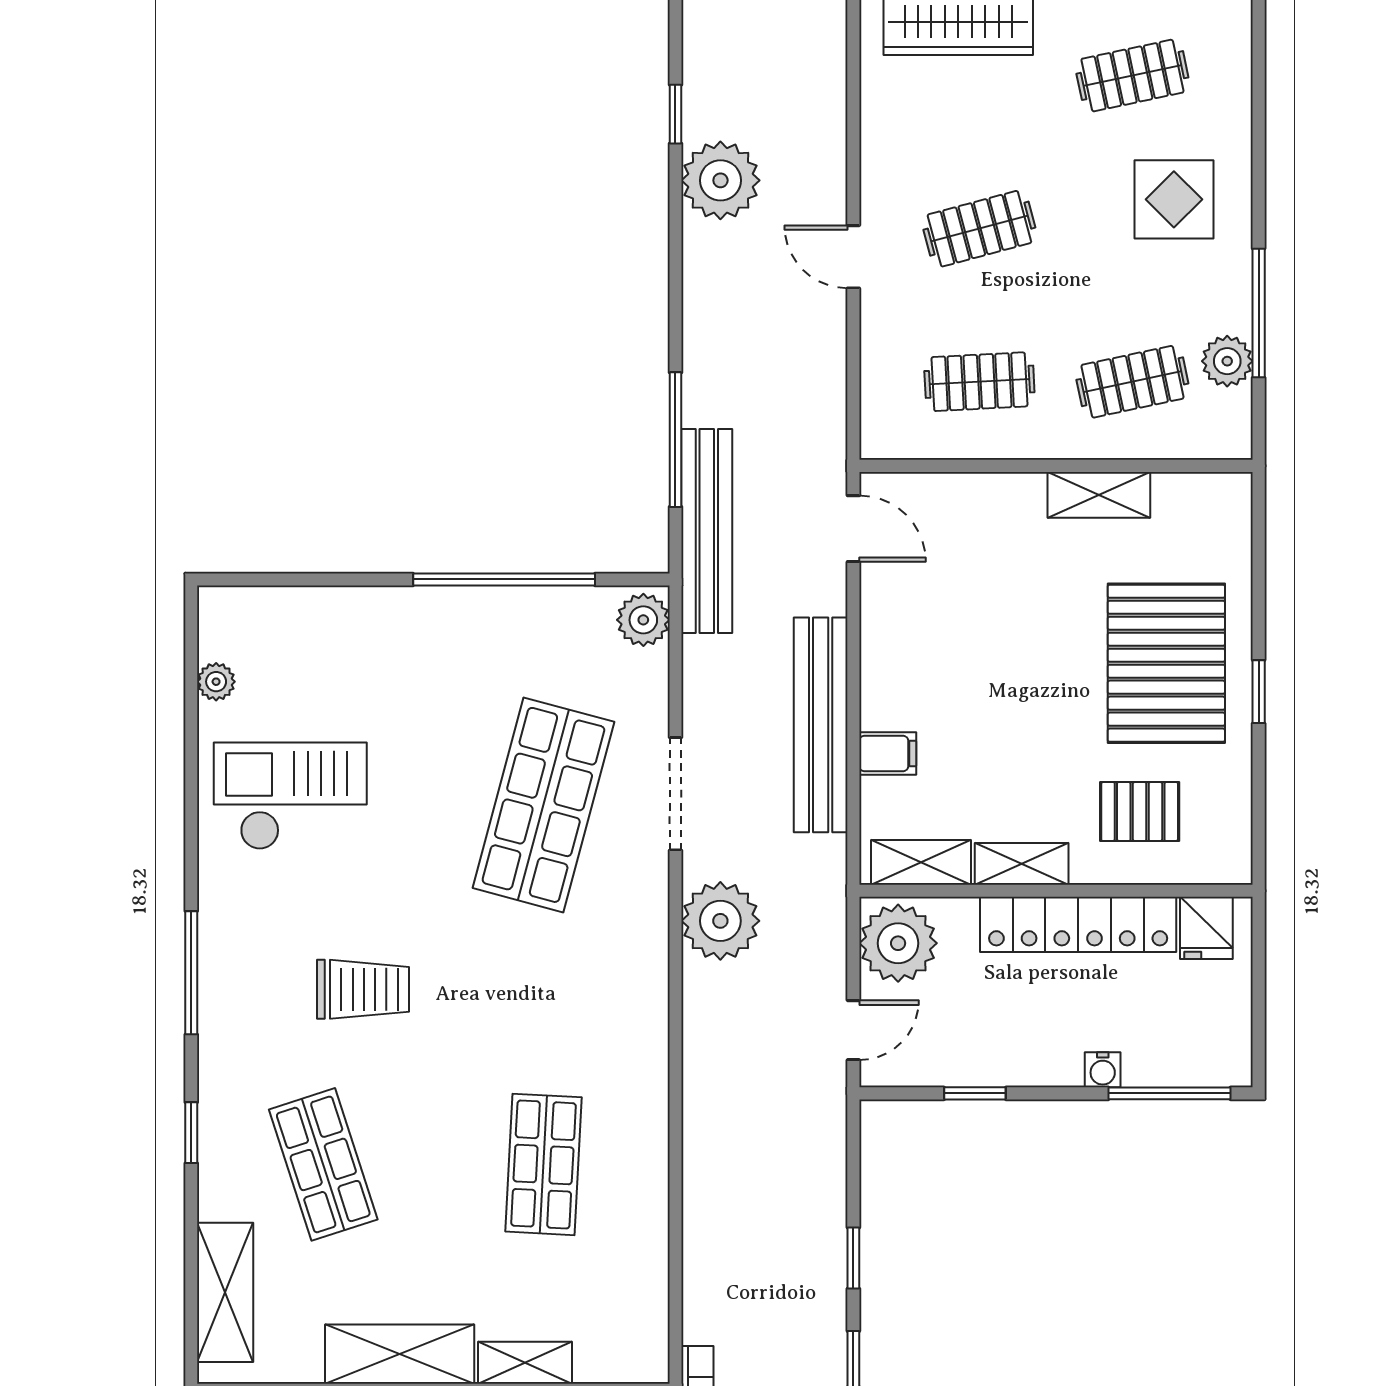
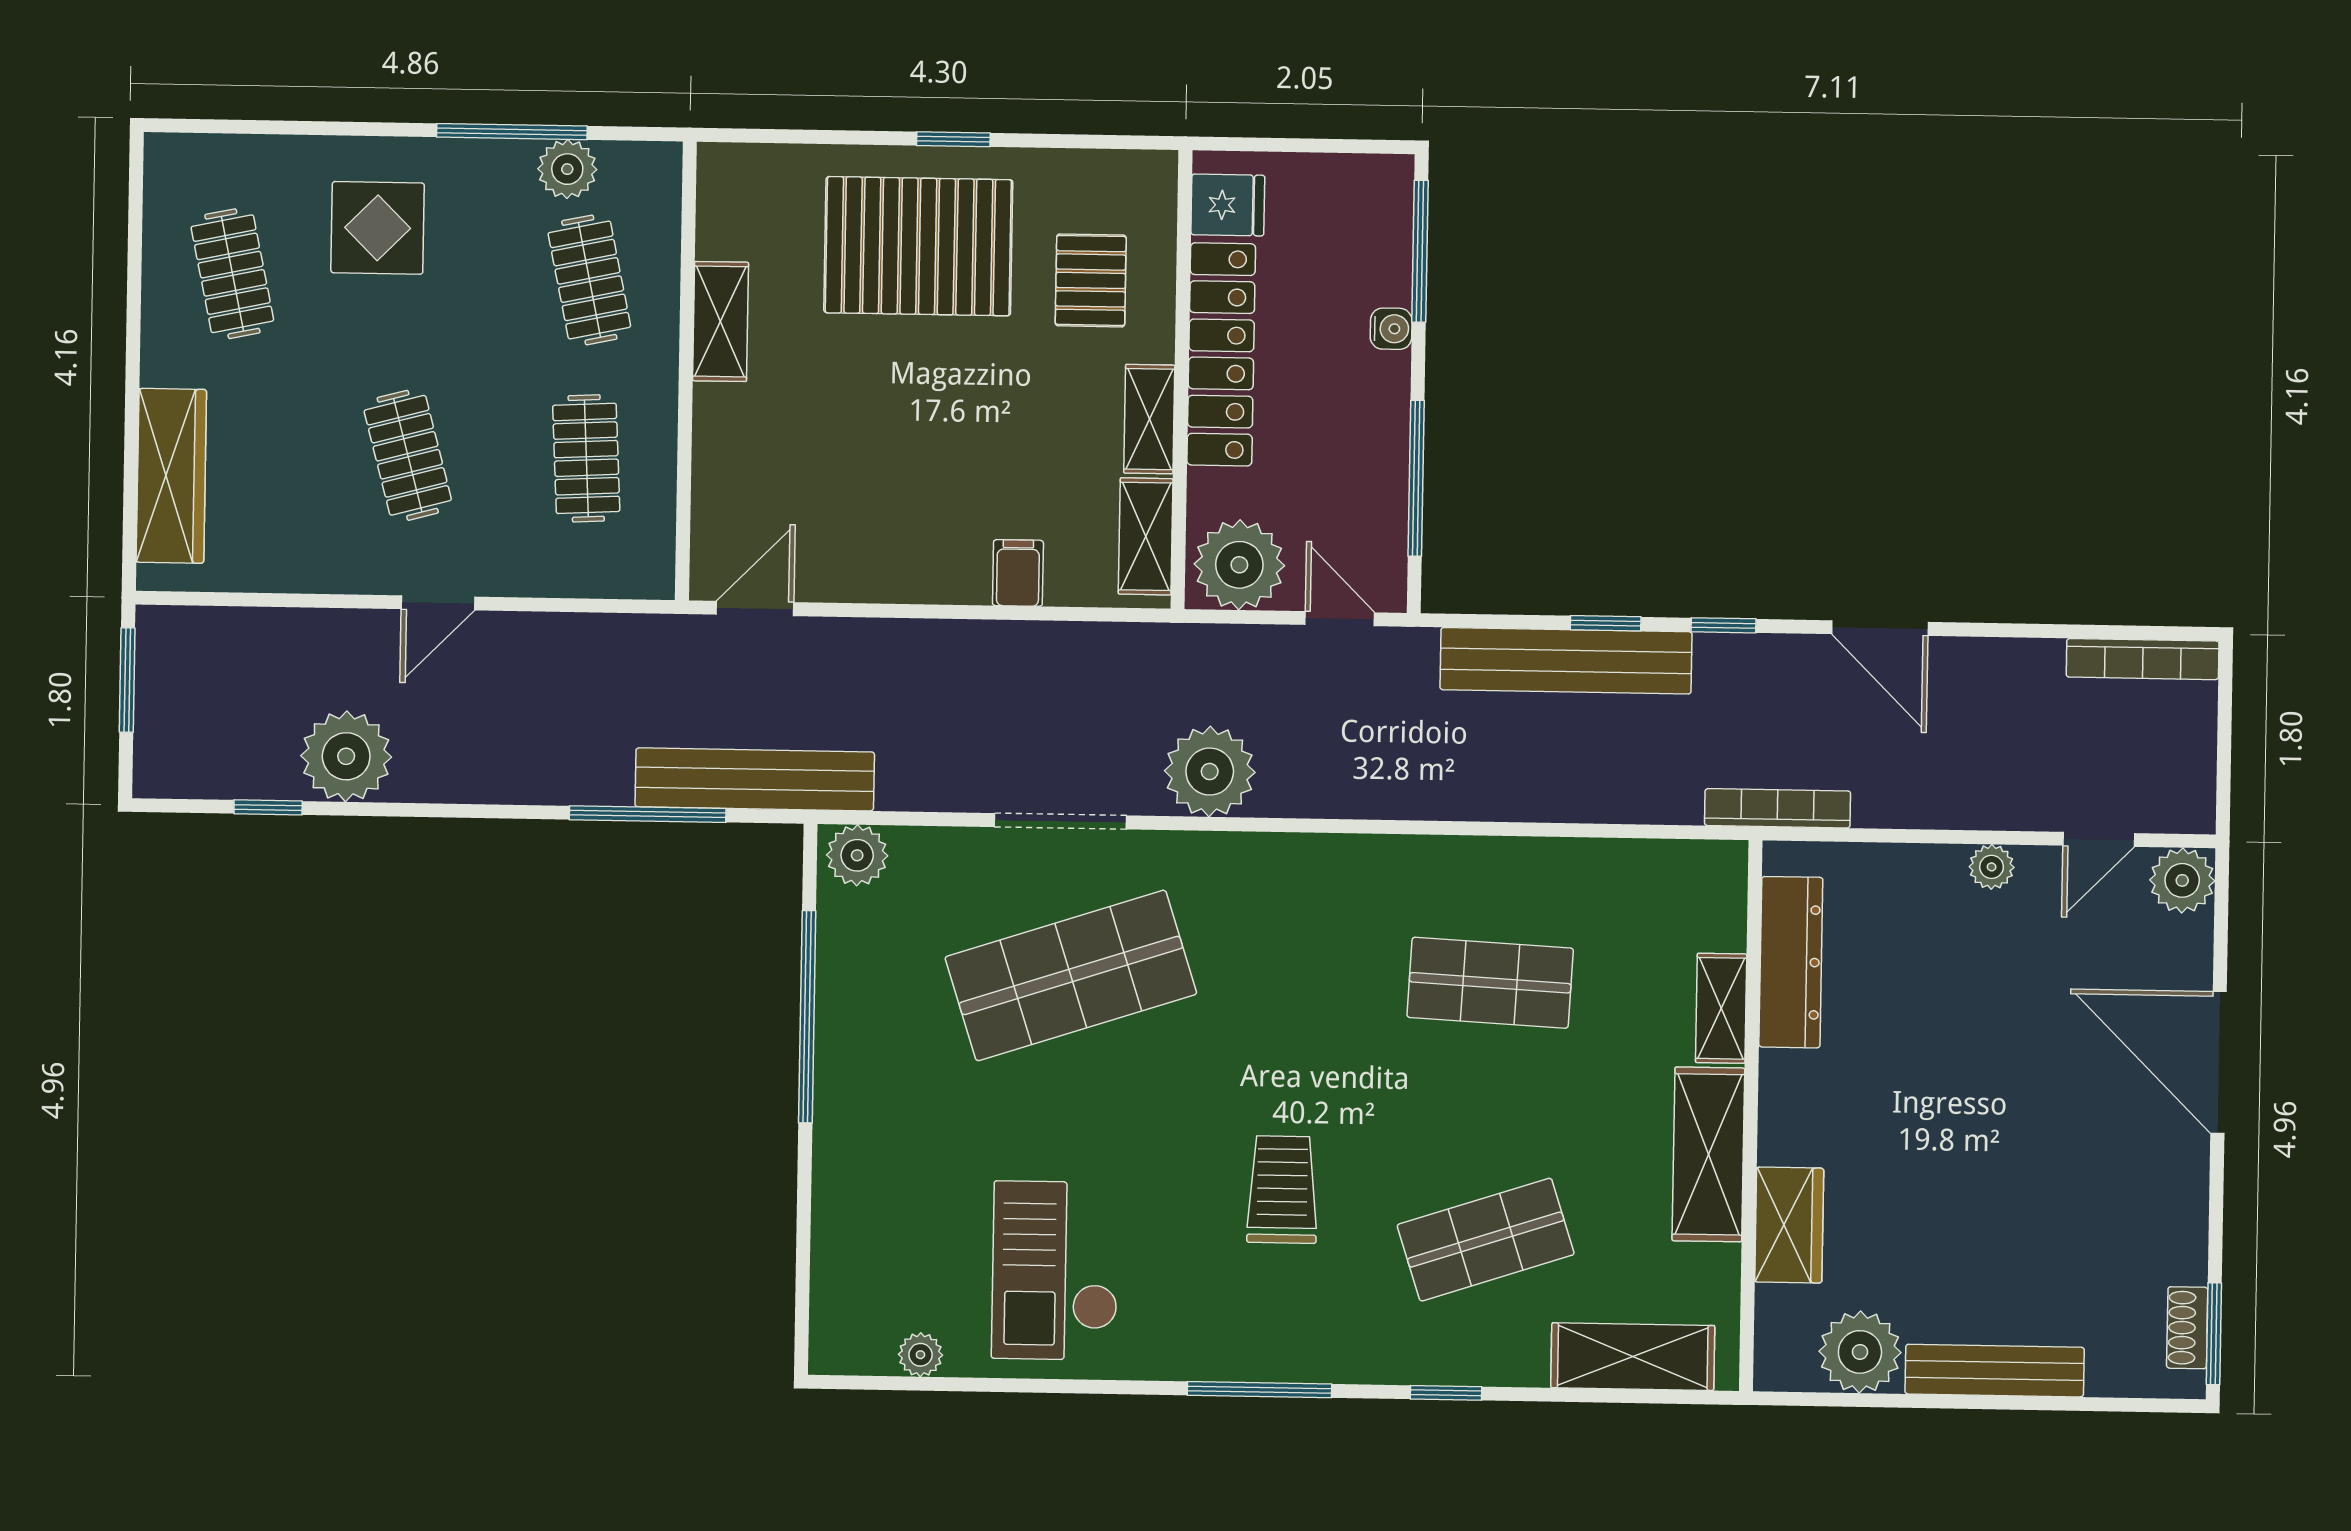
bench: (821, 725) -> (1566, 661), moved
shop shelf: (543, 805) -> (1071, 975), turned -33
window: (975, 1093) -> (1416, 478), width x2.17

